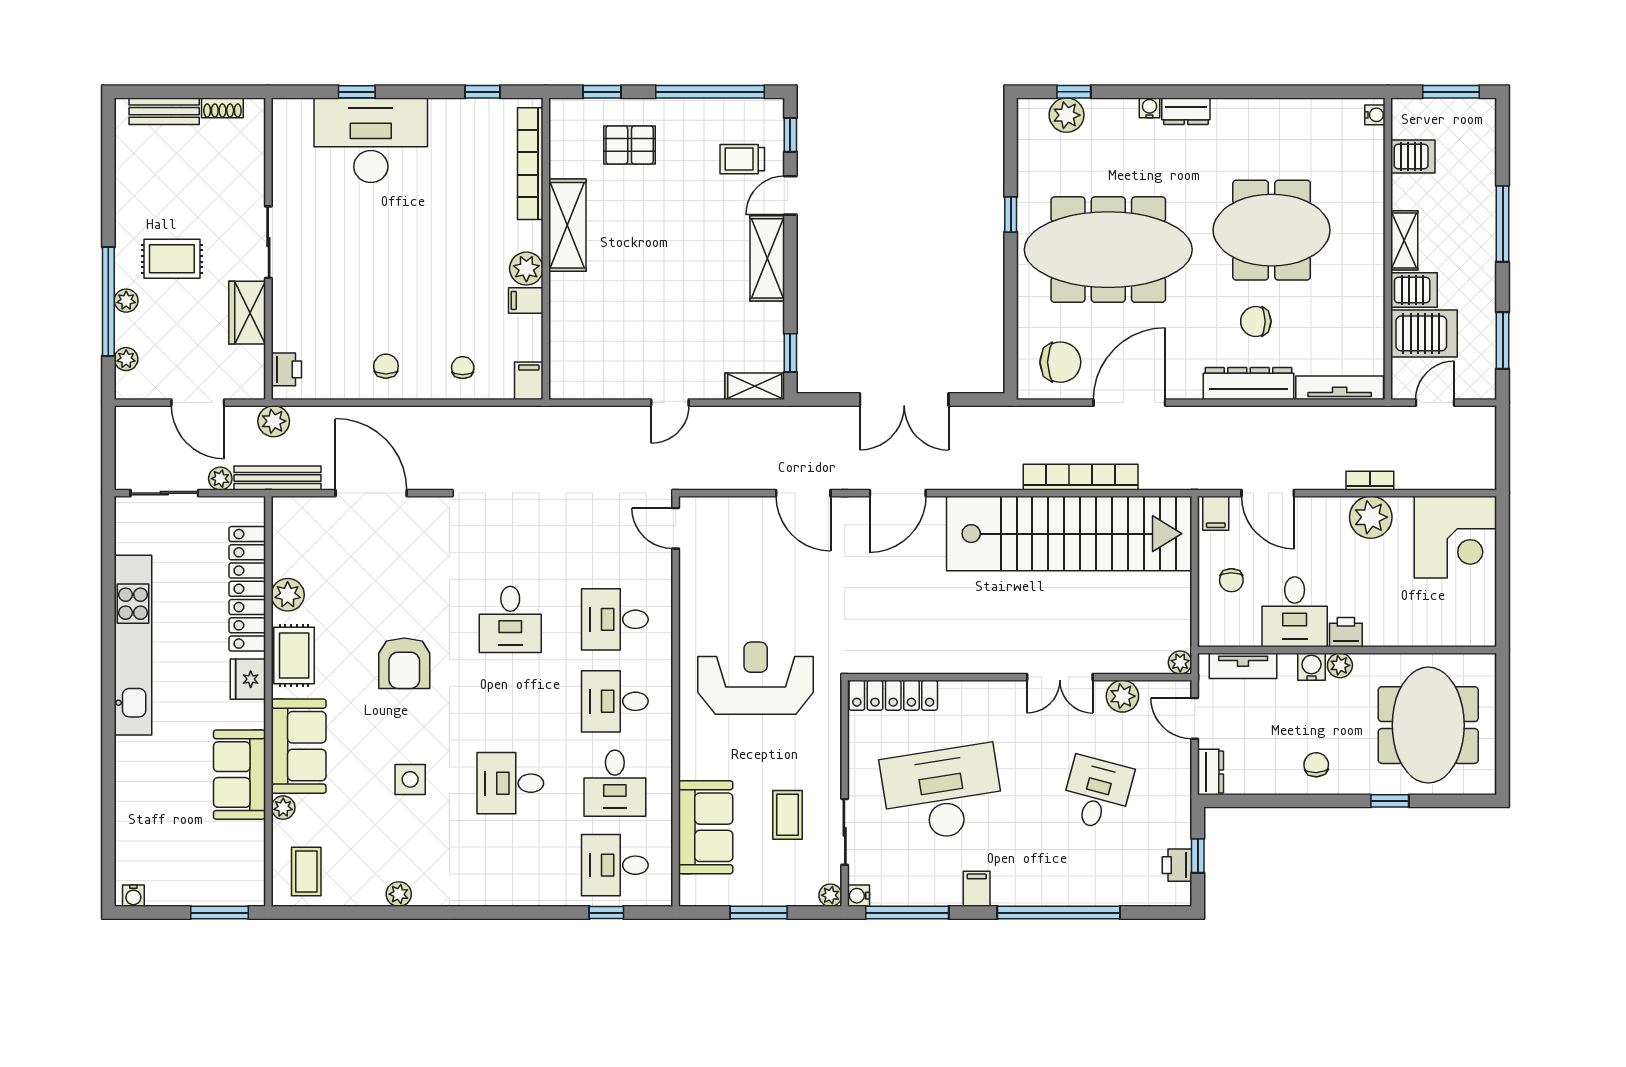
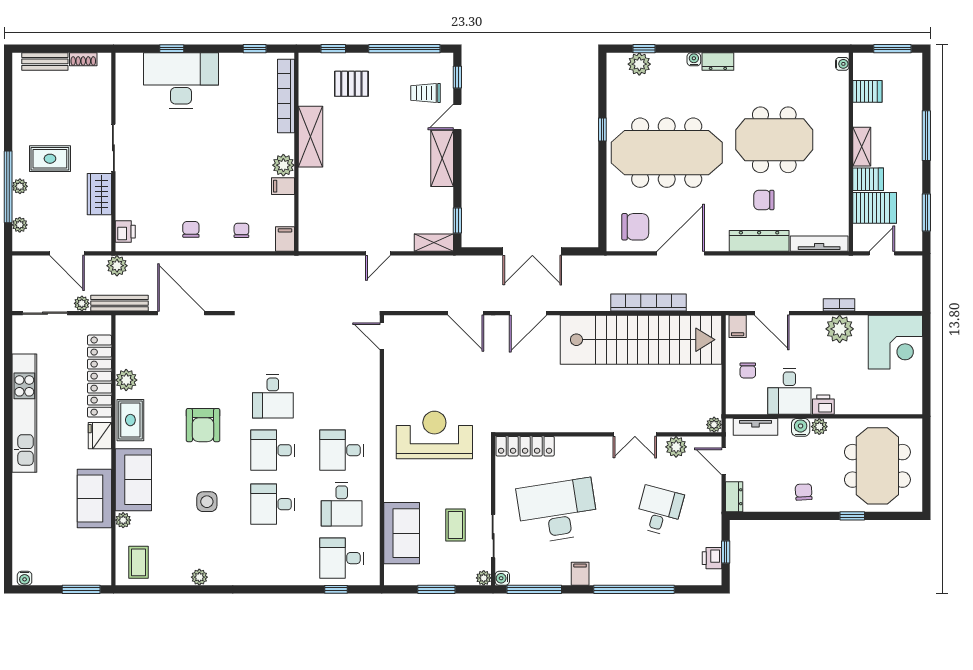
desk: (615, 619) -> (273, 450), moved

